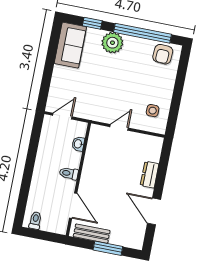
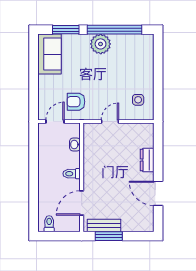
window: (92, 23) -> (66, 30), width x1.50
plant: (112, 43) -> (101, 44), moved
armchair: (163, 54) -> (76, 102), moved, turned 87
door: (73, 206) -> (82, 203), swing flipped
window: (108, 248) -> (109, 236), moved

